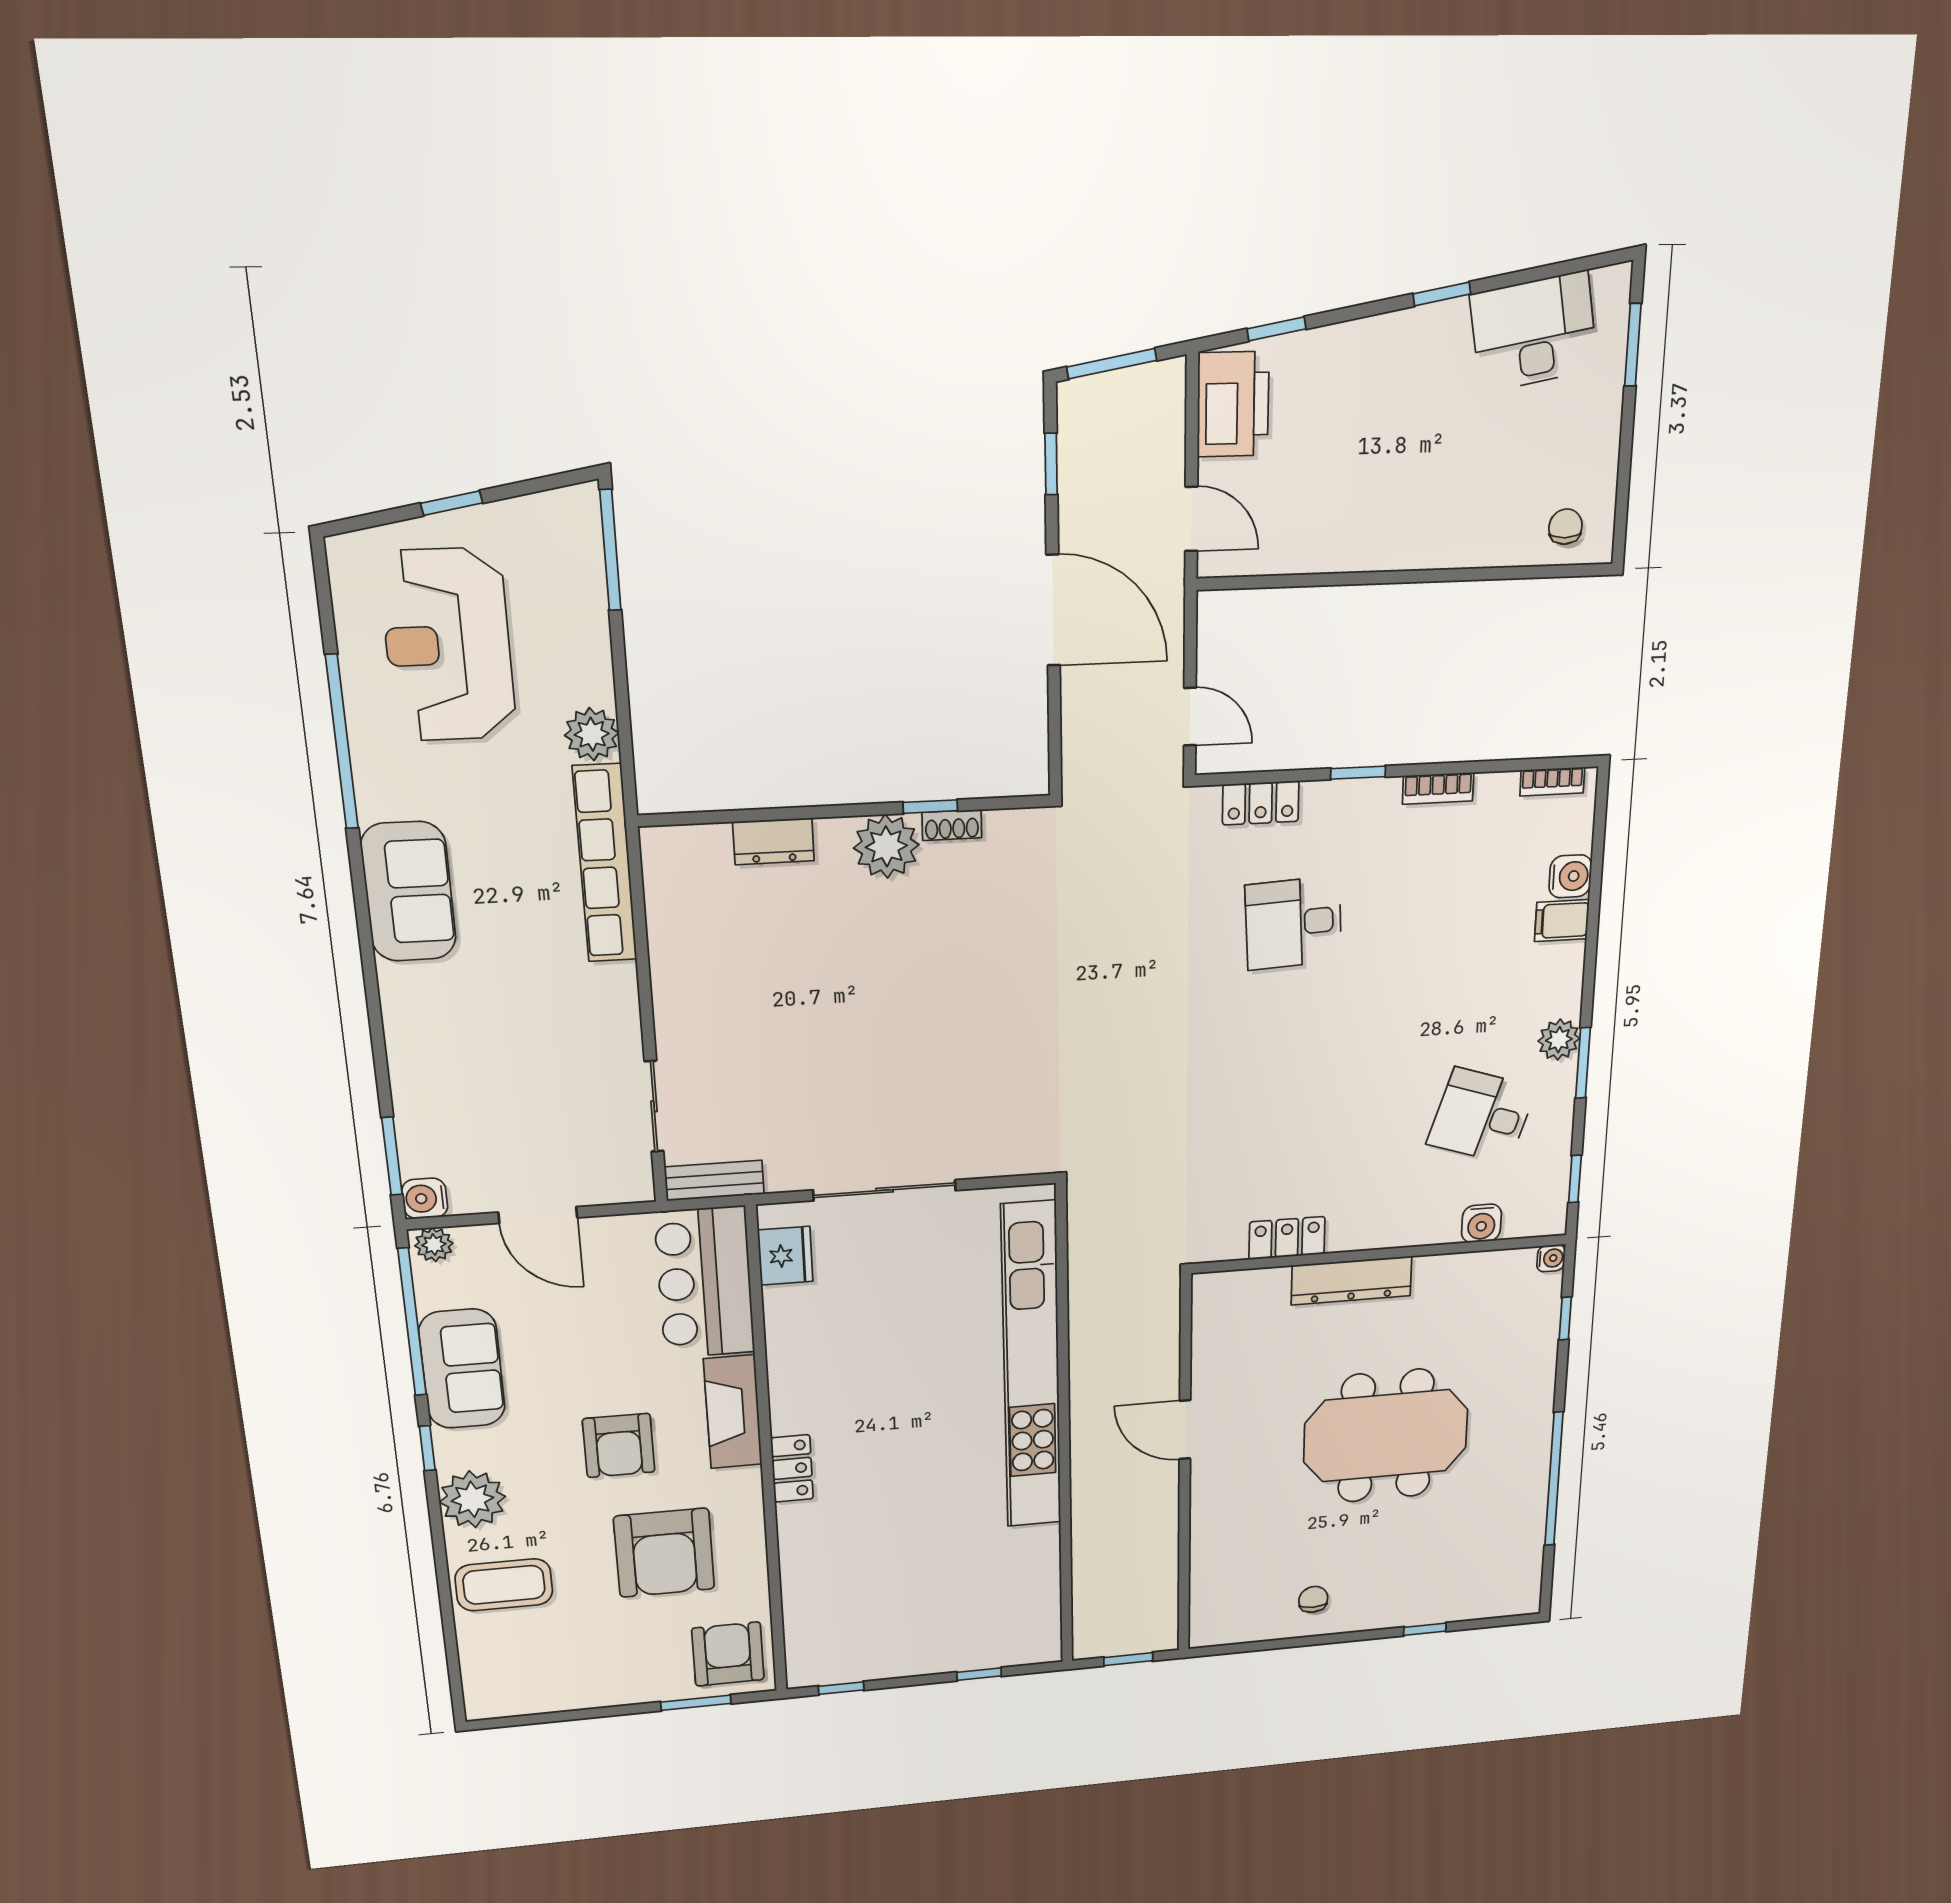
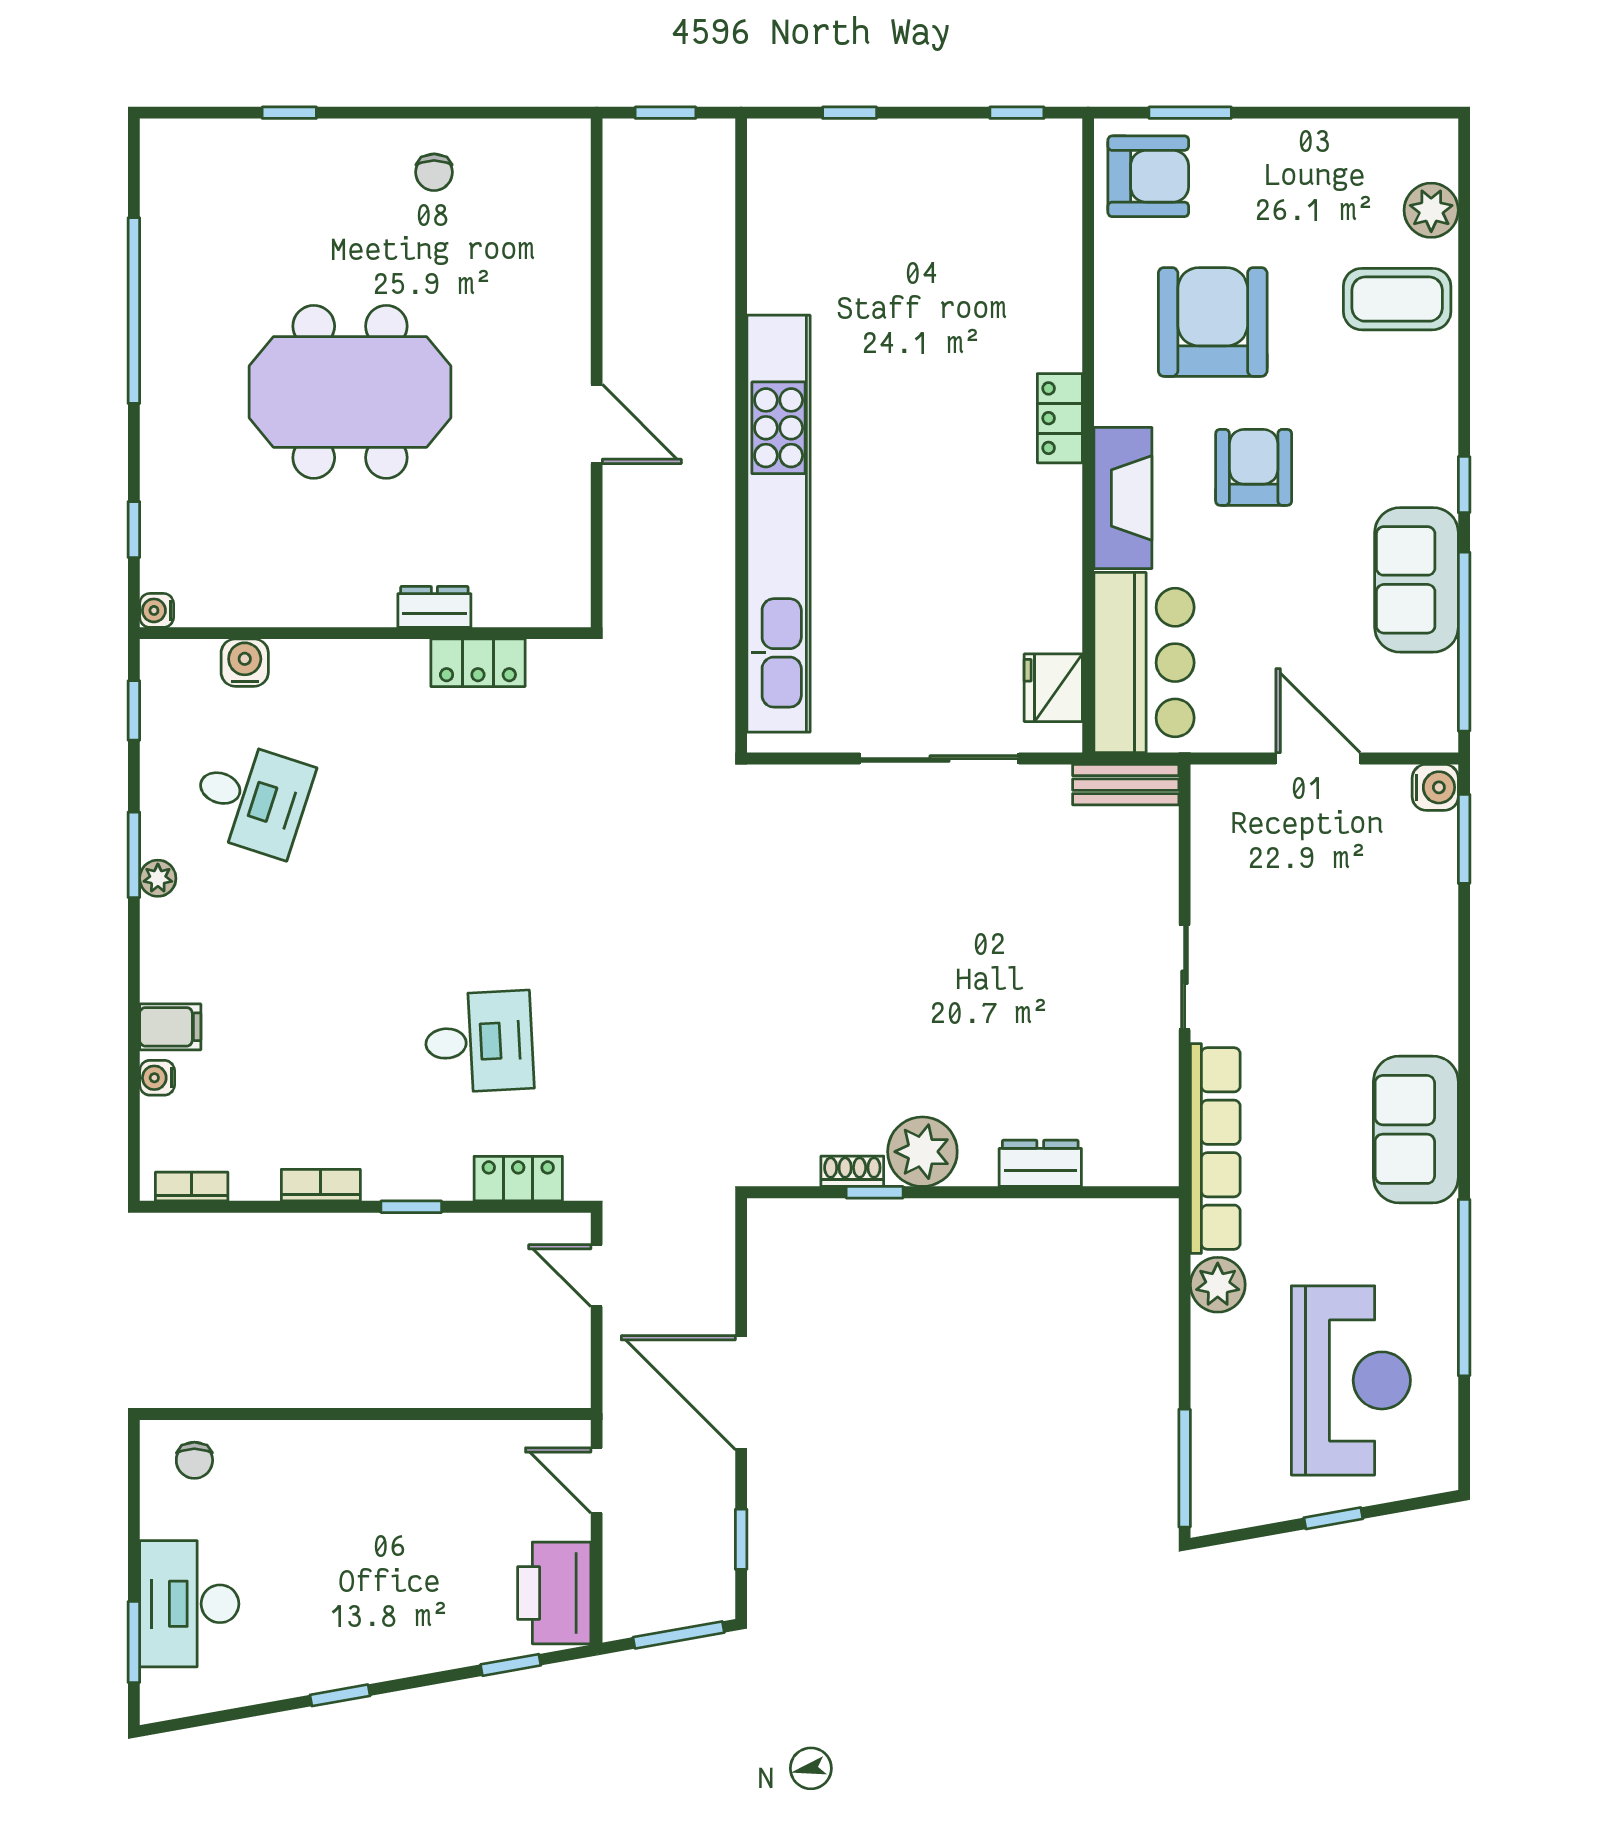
desk: (1534, 332) -> (189, 1604), moved, turned 100
water cooler: (1570, 876) -> (157, 1078), width x0.72, depth x0.72
plant: (1559, 1040) -> (158, 878), width x0.73, depth x0.73
sliding door: (654, 1106) -> (1185, 977), moved
plant: (434, 1245) -> (1431, 732), removed
dresser: (1352, 1281) -> (434, 607), width x0.51, depth x0.80
plant: (472, 1499) -> (1431, 210), moved, width x0.73, depth x0.73
armchair: (728, 1654) -> (1148, 176), turned -90

